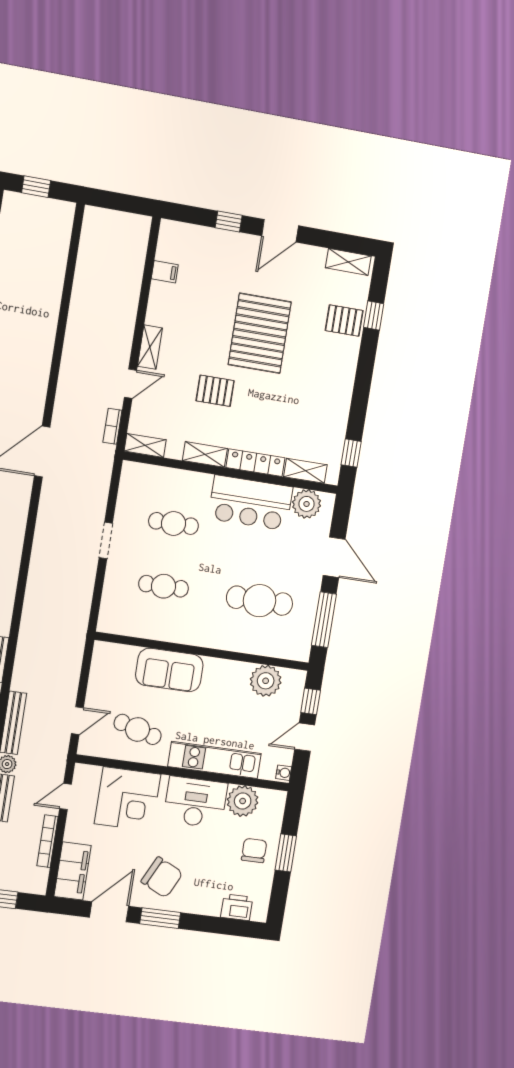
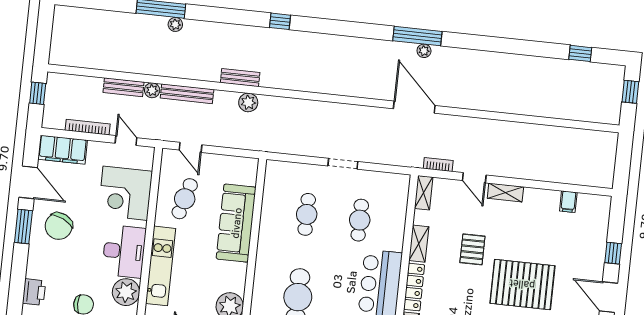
plant: (27, 650) -> (248, 102), added
sofa: (169, 670) -> (236, 223), width x1.36

